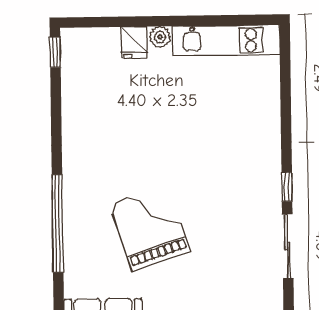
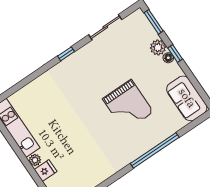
grand piano: (150, 228) -> (128, 105), turned -72
sliding door: (288, 246) -> (105, 27), moved

